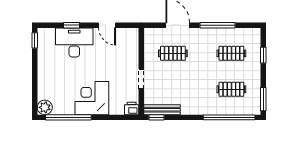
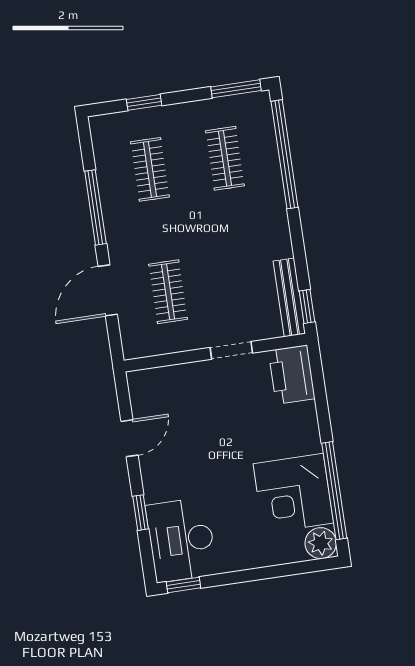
desk: (74, 42) -> (181, 540), moved
corner desk: (92, 98) -> (293, 493), moved
printer: (132, 108) -> (292, 375), width x1.87, depth x1.48

